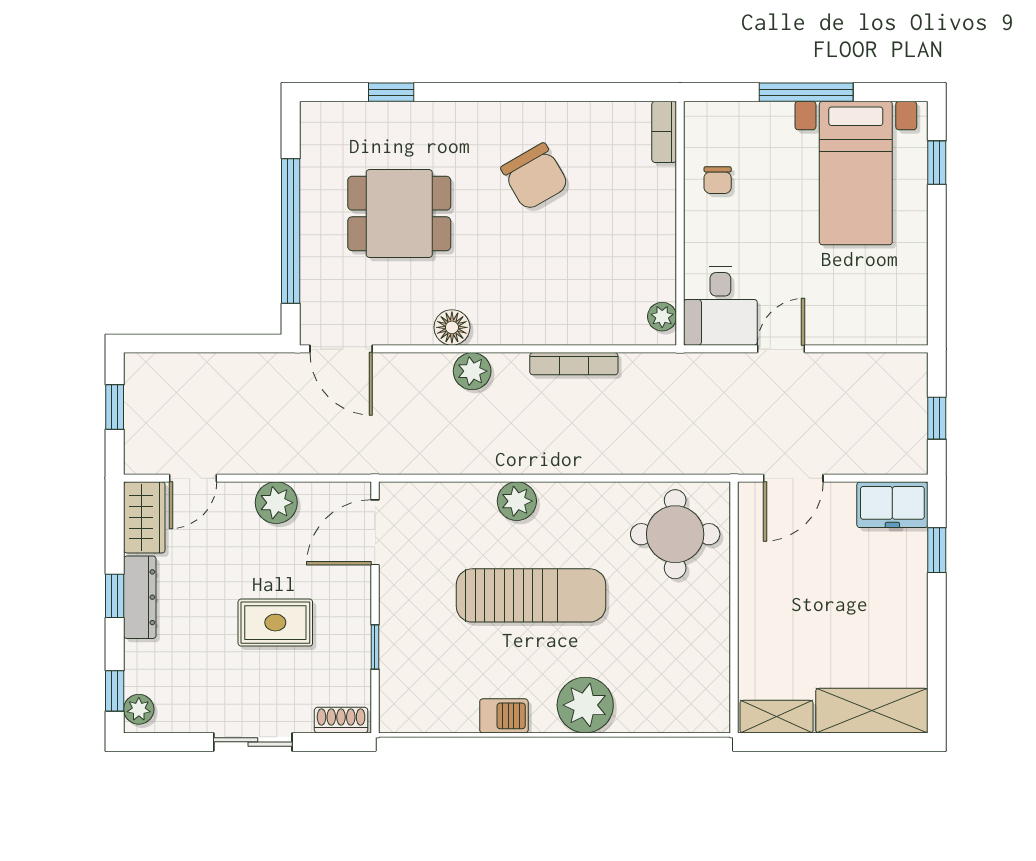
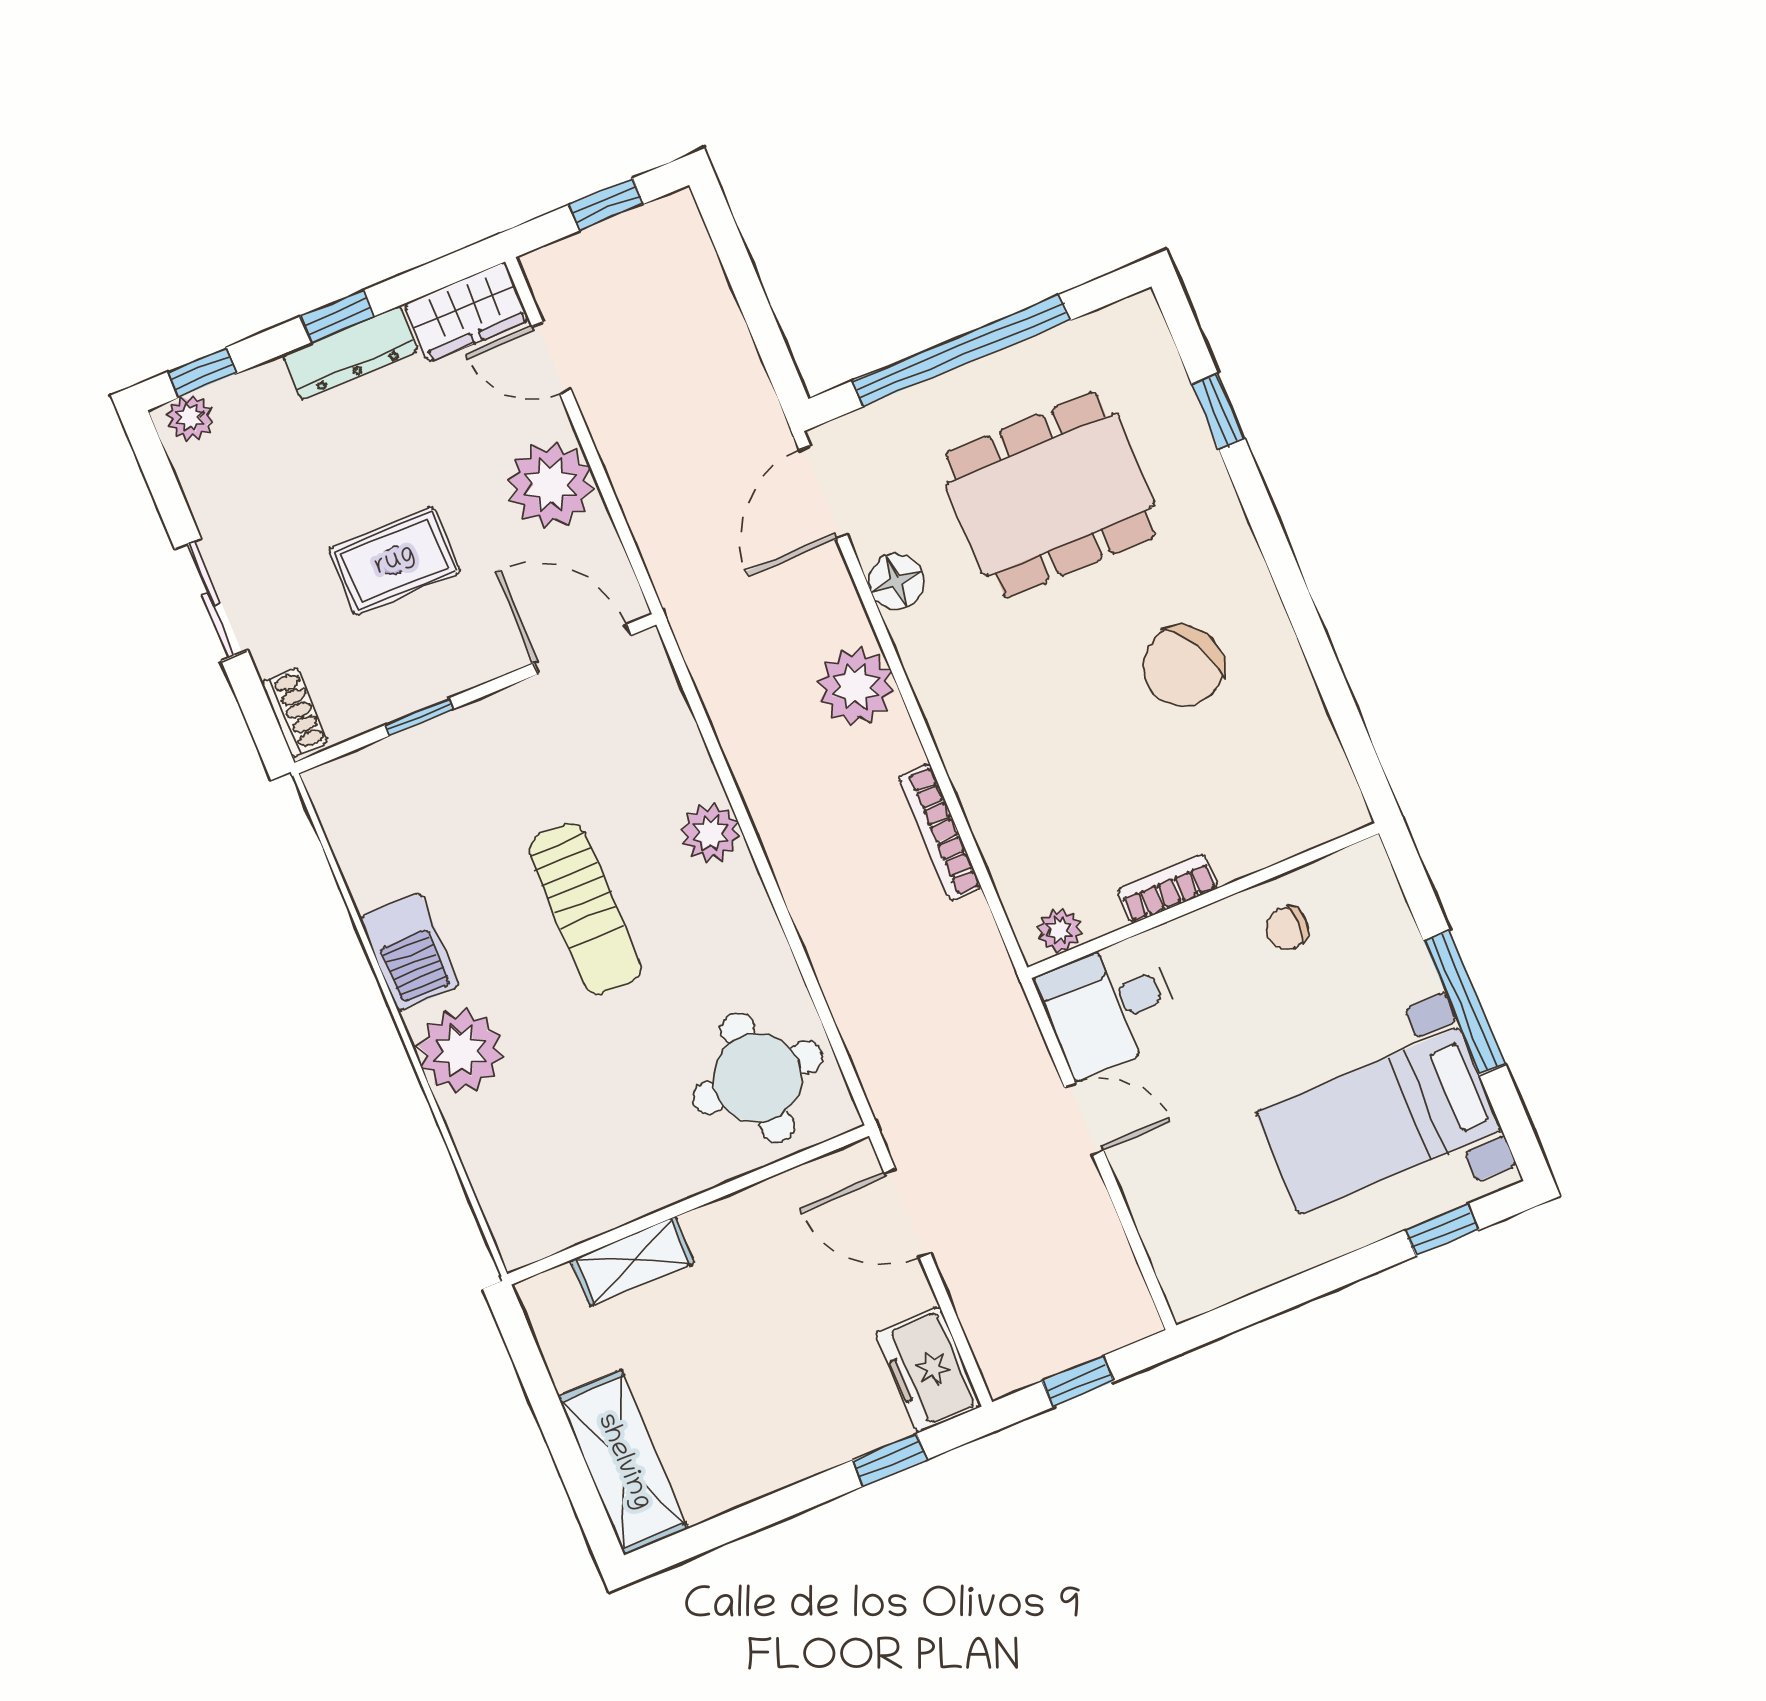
bookcase: (664, 132) -> (1167, 889), moved
dining table: (399, 213) -> (1051, 495), width x1.38
floor lamp: (452, 327) -> (896, 582), moved
plant: (472, 371) -> (856, 686), width x1.36, depth x1.36
plant: (276, 503) -> (550, 485), width x1.36, depth x1.36
sun lounger: (531, 595) -> (585, 909), width x0.73, depth x0.75
rug: (275, 623) -> (395, 561), turned 90
barbecue: (504, 716) -> (409, 952), width x1.38, depth x1.27
shelving: (777, 717) -> (633, 1261), moved, turned 90

